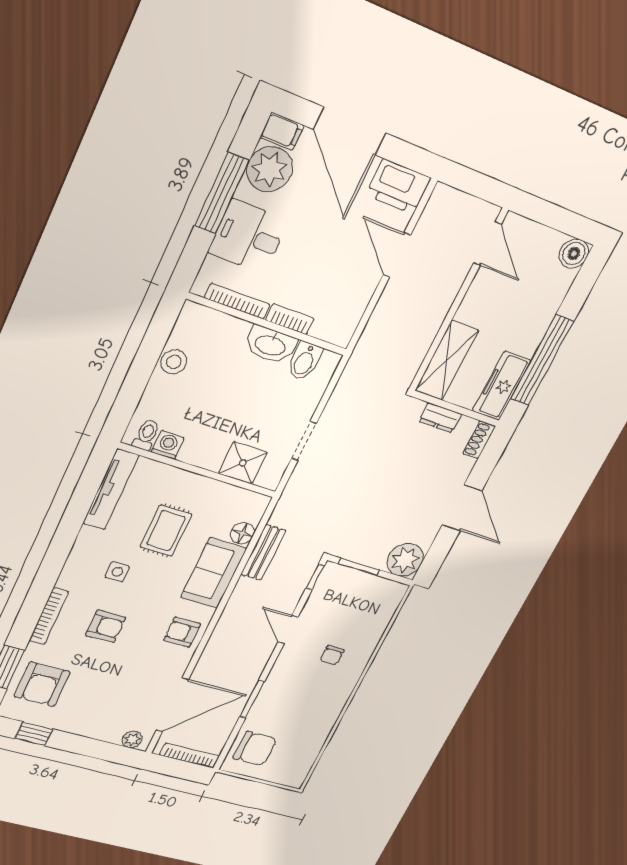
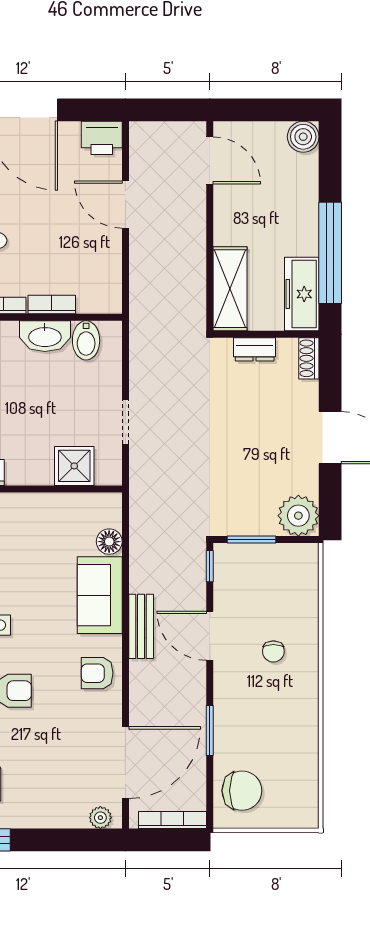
printer: (399, 186) -> (102, 138), width x0.73, depth x0.84
rug: (166, 531) -> (30, 564), removed
bench: (263, 552) -> (141, 626), moved
door: (288, 630) -> (210, 636), width x1.38

